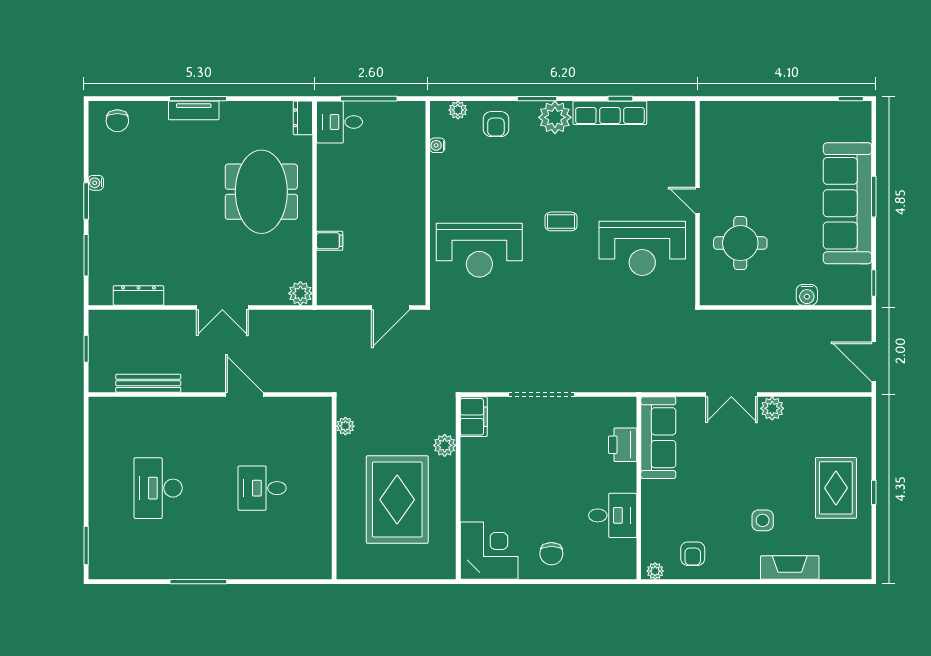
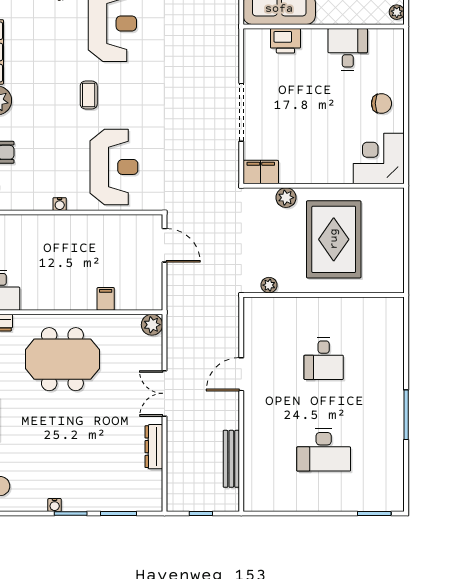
water cooler: (437, 145) -> (60, 204), moved
dresser: (138, 295) -> (154, 447), moved
double door: (222, 308) -> (164, 393), swing flipped
rug: (397, 500) -> (334, 239), turned 90

